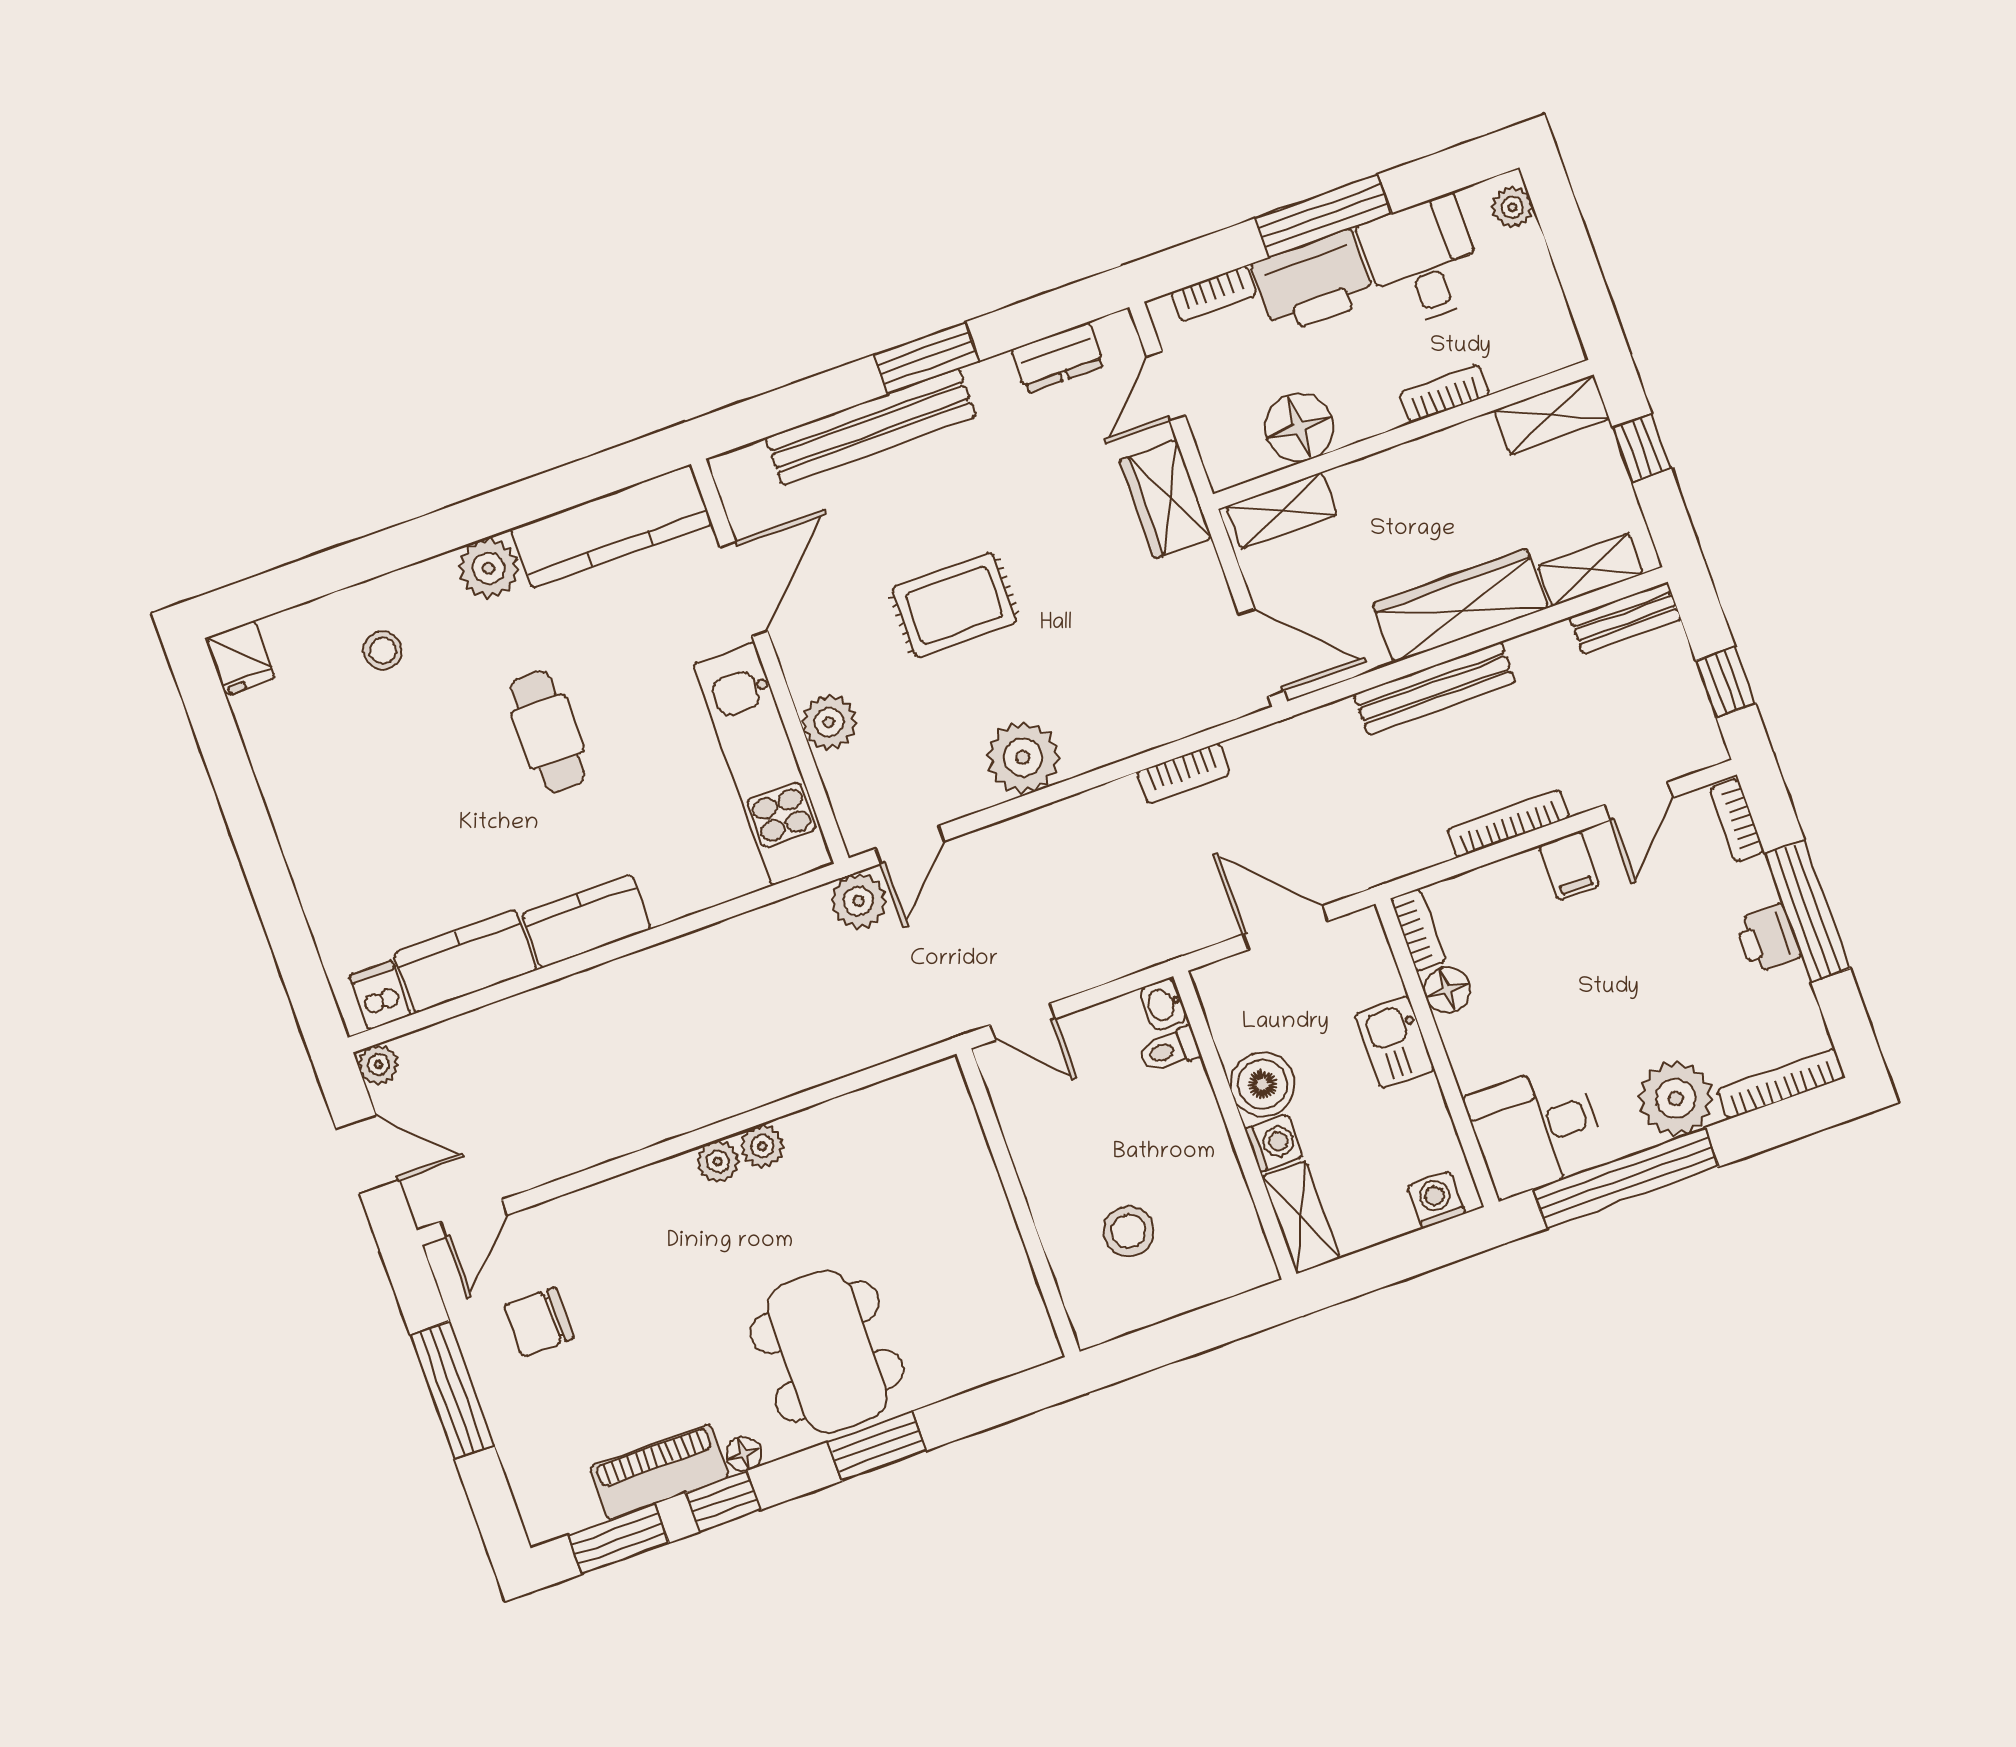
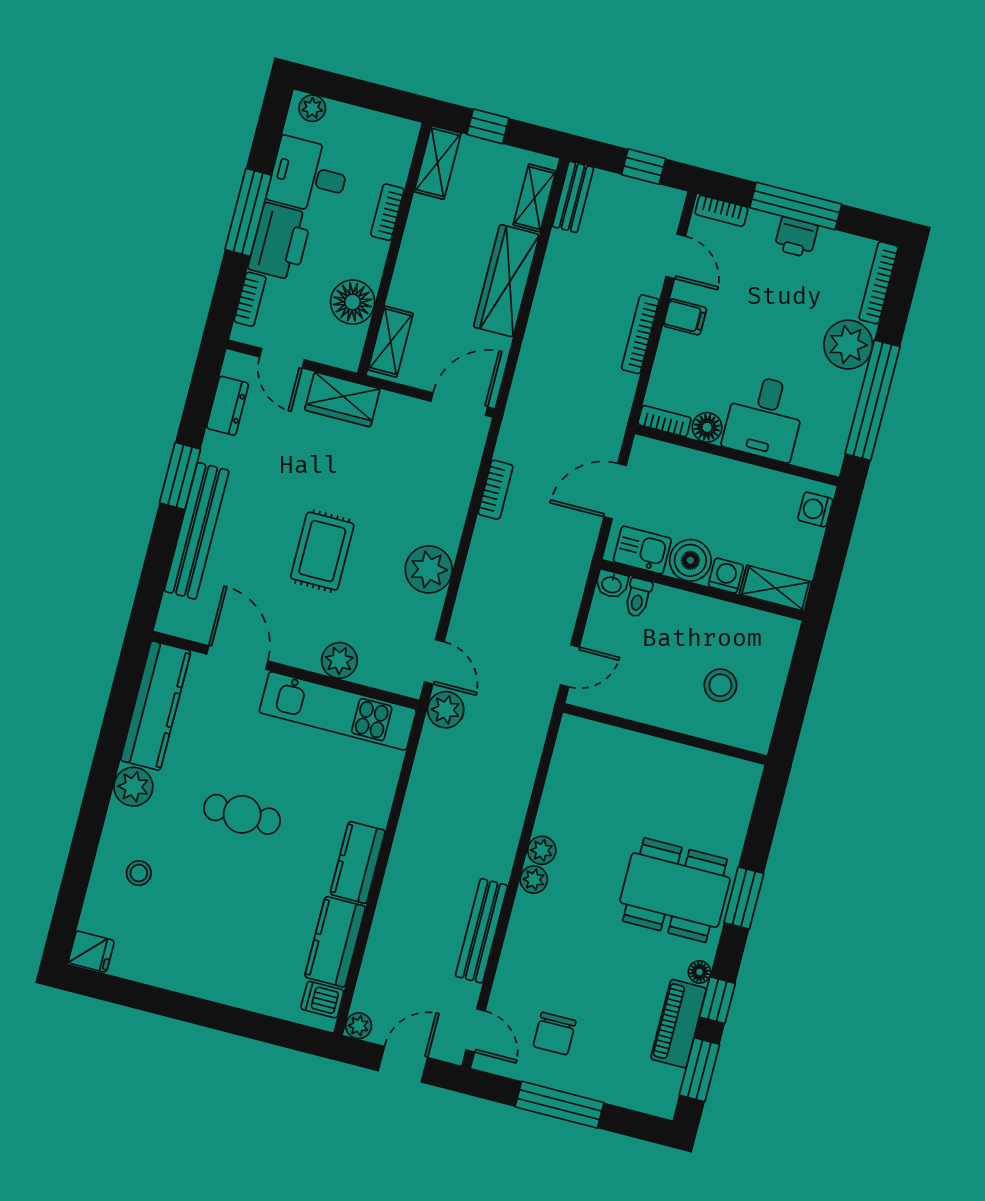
bench: (1434, 688) -> (482, 931), moved
kitchen sink: (1395, 1042) -> (642, 550), moved, turned 180
desk: (1536, 1130) -> (764, 418), moved

